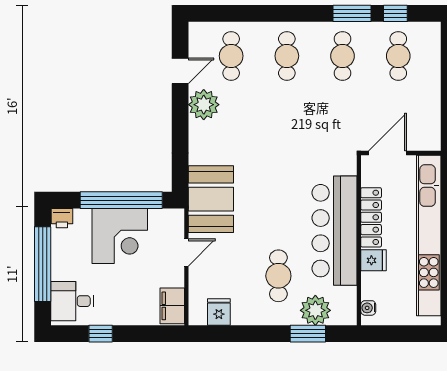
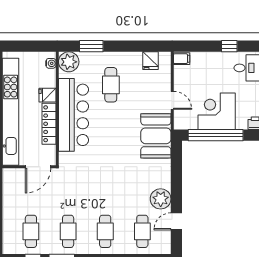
door: (186, 253) -> (172, 100), swing flipped
filing cabinet: (172, 306) -> (182, 59), width x0.50
plant: (315, 310) -> (69, 62), moved

